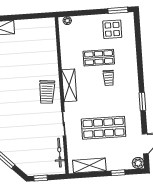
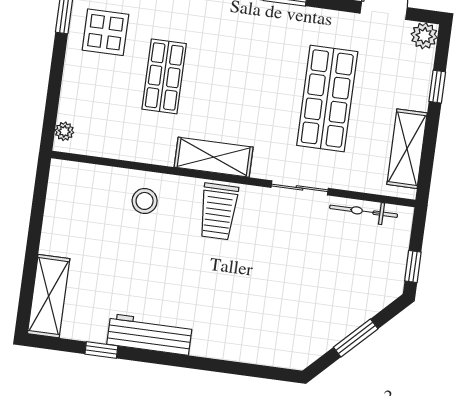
stool: (45, 60) -> (145, 201), added
trolley: (109, 78) -> (215, 63), removed
trolley: (47, 92) -> (218, 211), turned 84

